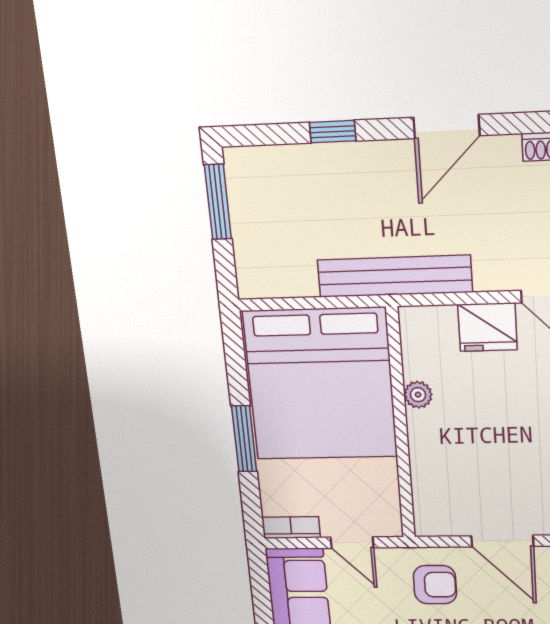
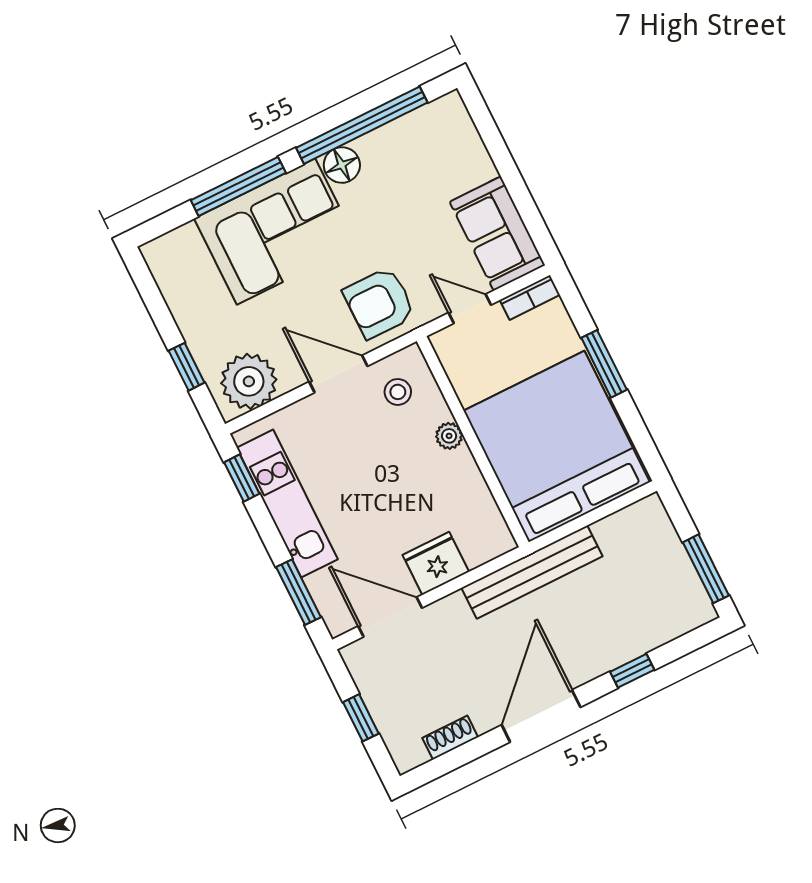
door: (447, 126) -> (541, 716), width x1.36
plant: (418, 395) -> (449, 436), moved
stool: (453, 501) -> (398, 392), added
armchair: (435, 585) -> (379, 303), width x1.38, depth x1.38

